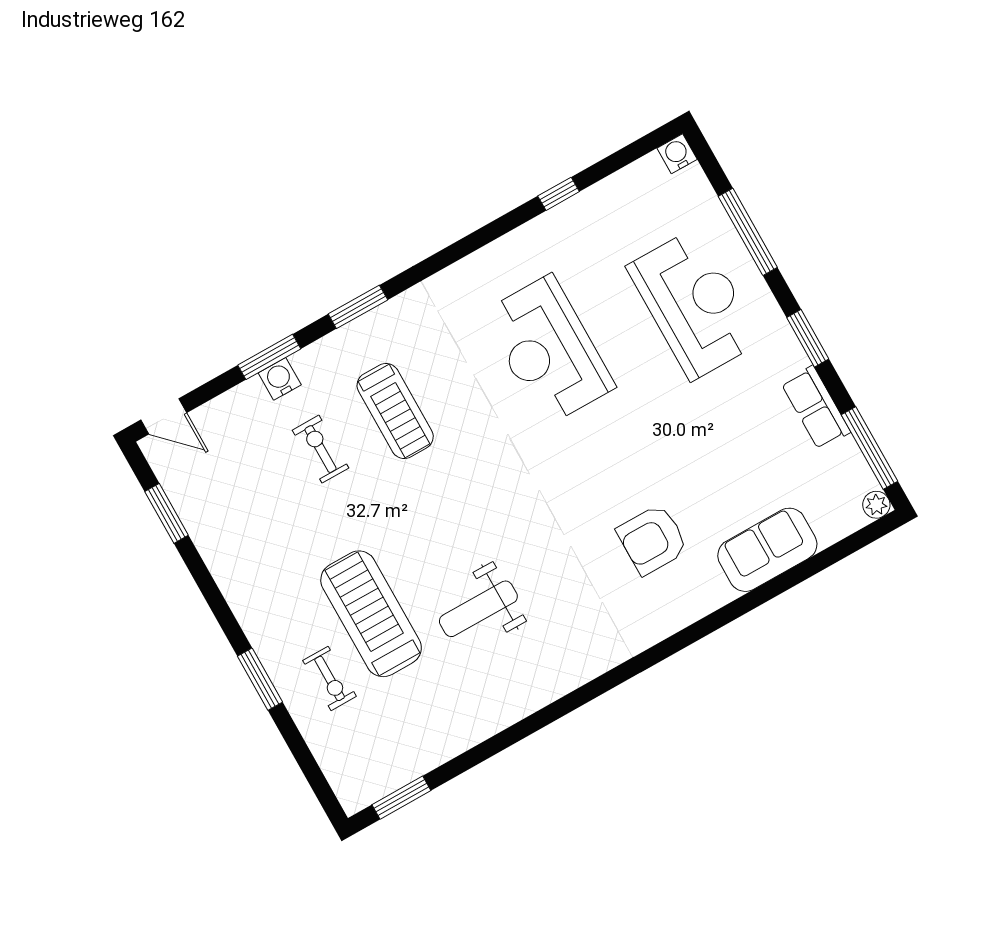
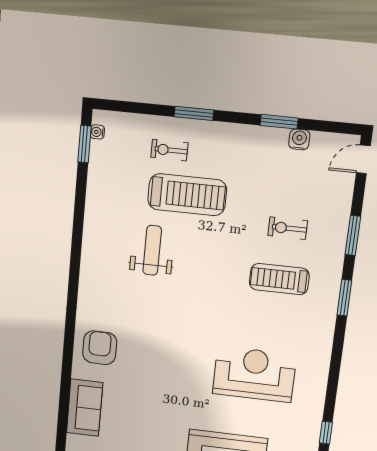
water cooler: (280, 379) -> (299, 139), moved, turned -90
exercise bike: (320, 449) -> (288, 228), turned 180
window: (167, 513) -> (279, 122), moved
armchair: (652, 540) -> (100, 348), moved
water cooler: (373, 791) -> (97, 132), added

